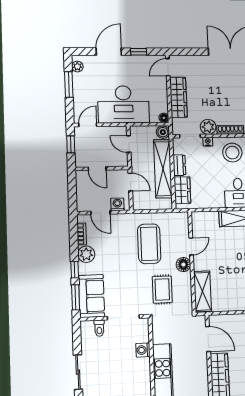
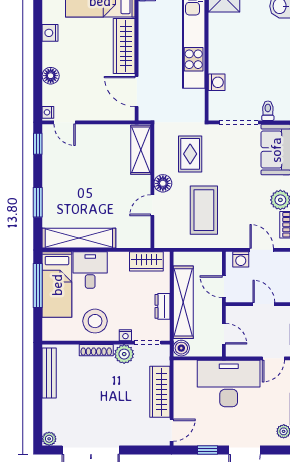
floor lamp: (164, 118) -> (179, 366), removed
wardrobe: (182, 190) -> (146, 261), moved, turned -90

